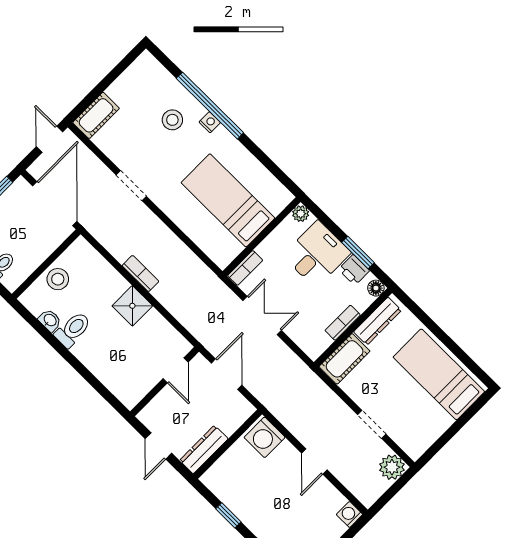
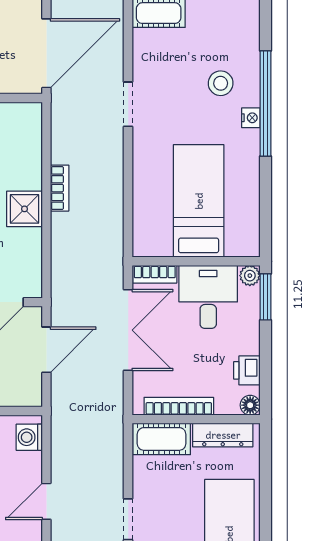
window: (358, 253) -> (265, 297), moved
desk: (317, 254) -> (208, 297), moved, turned -90
double door: (262, 316) -> (128, 330), width x1.37
bookcase: (343, 323) -> (179, 406), width x1.56
washing machine: (265, 437) -> (29, 437), width x0.73, depth x0.73

